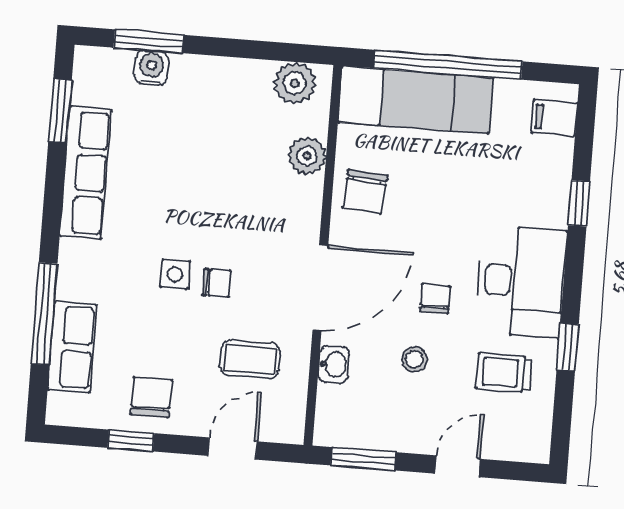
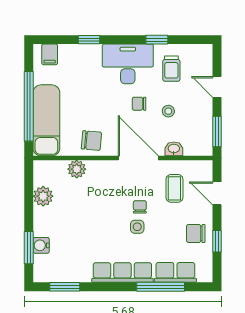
plant: (295, 83) -> (43, 196), moved
row of seats: (86, 173) -> (122, 273), moved

